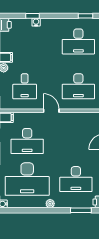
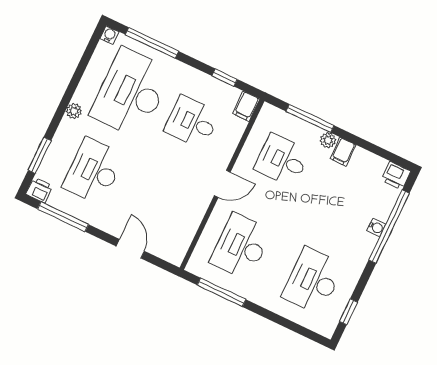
window: (33, 16) -> (389, 227), width x3.17
desk: (27, 141) -> (192, 122), width x0.73

